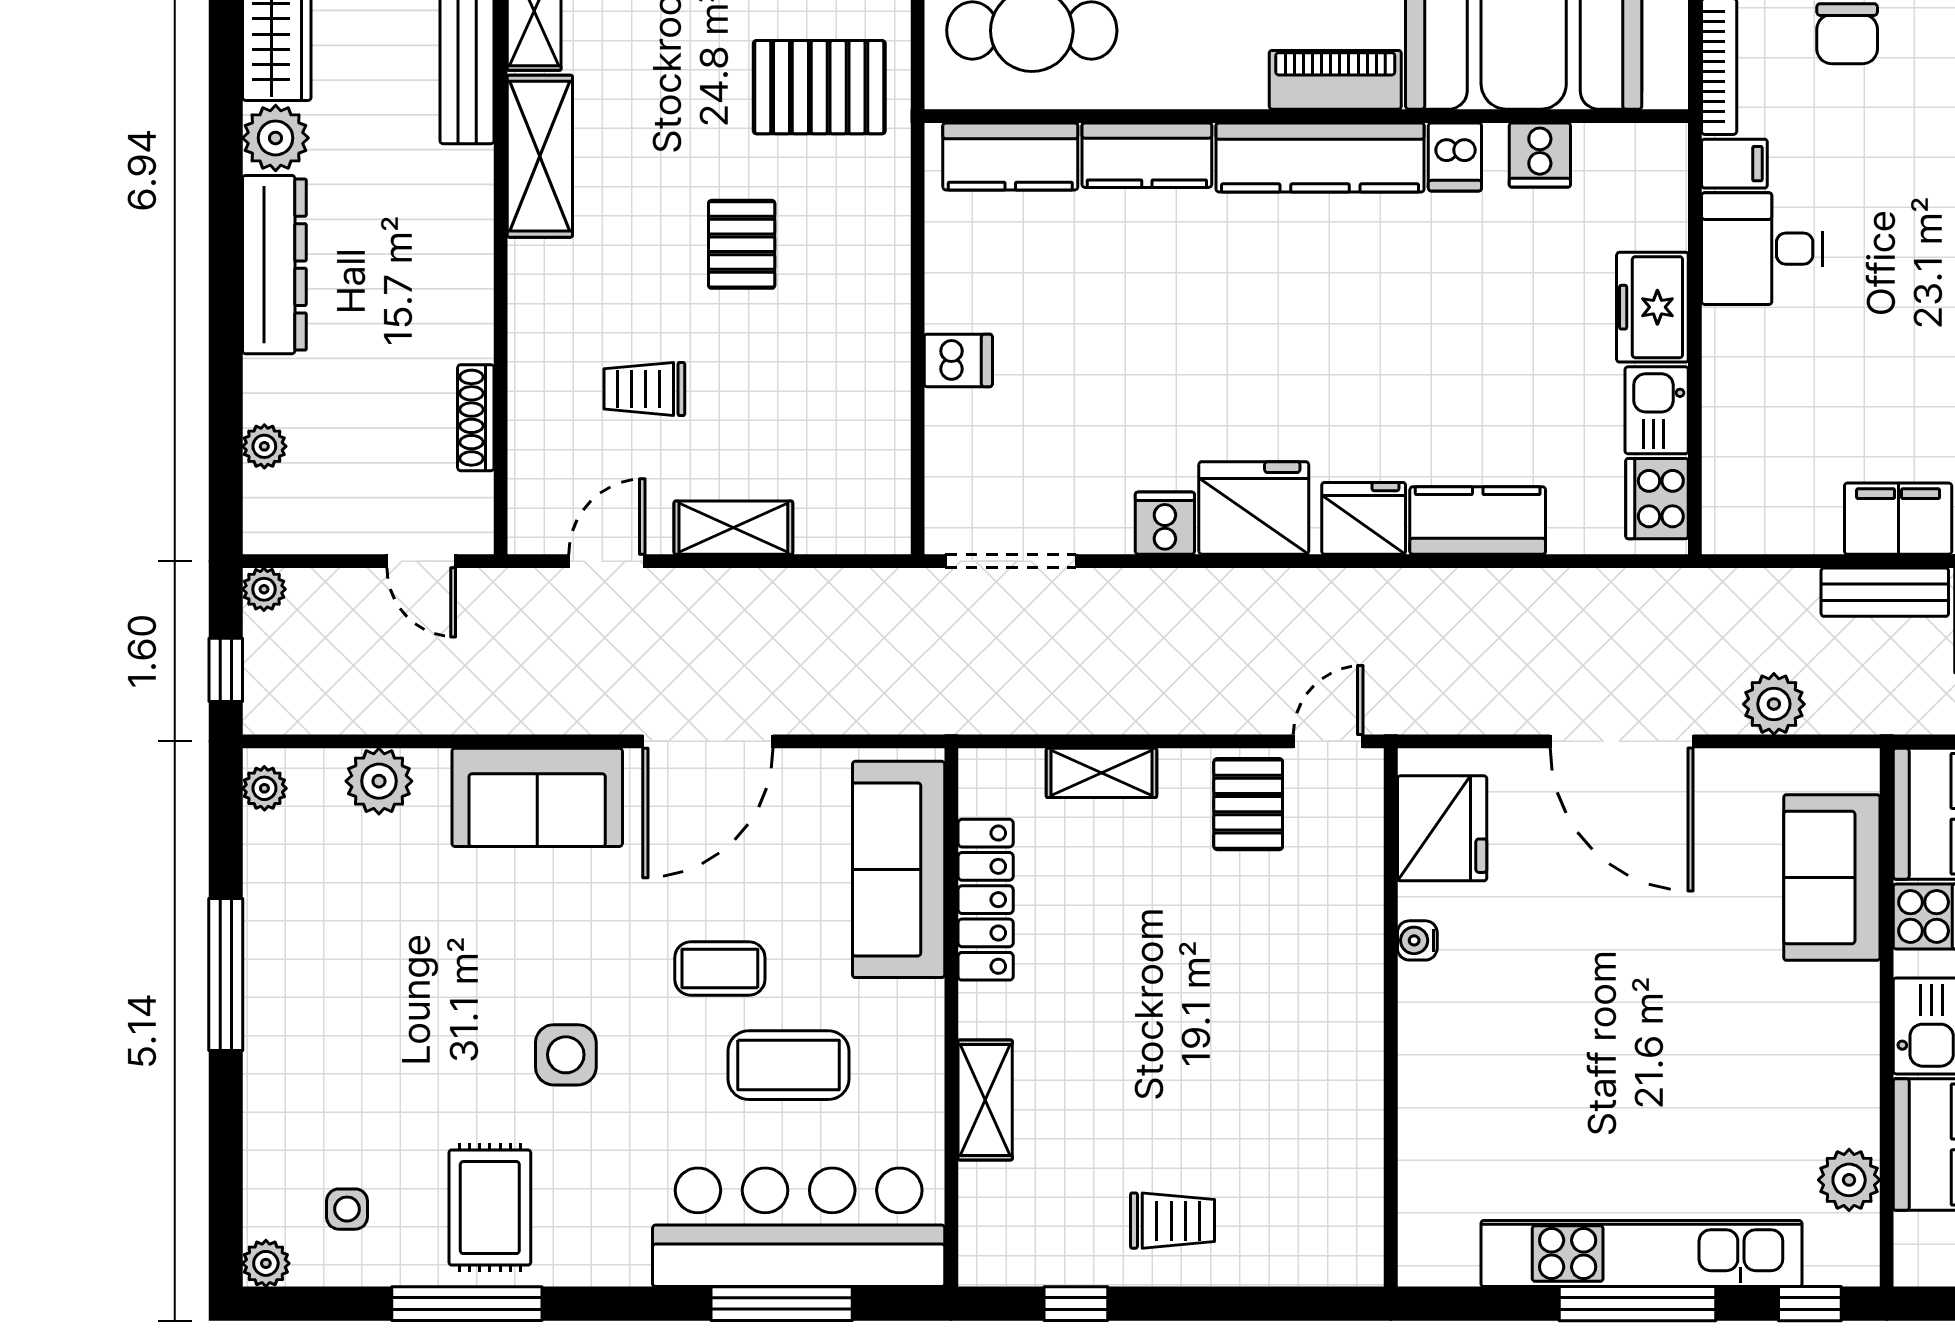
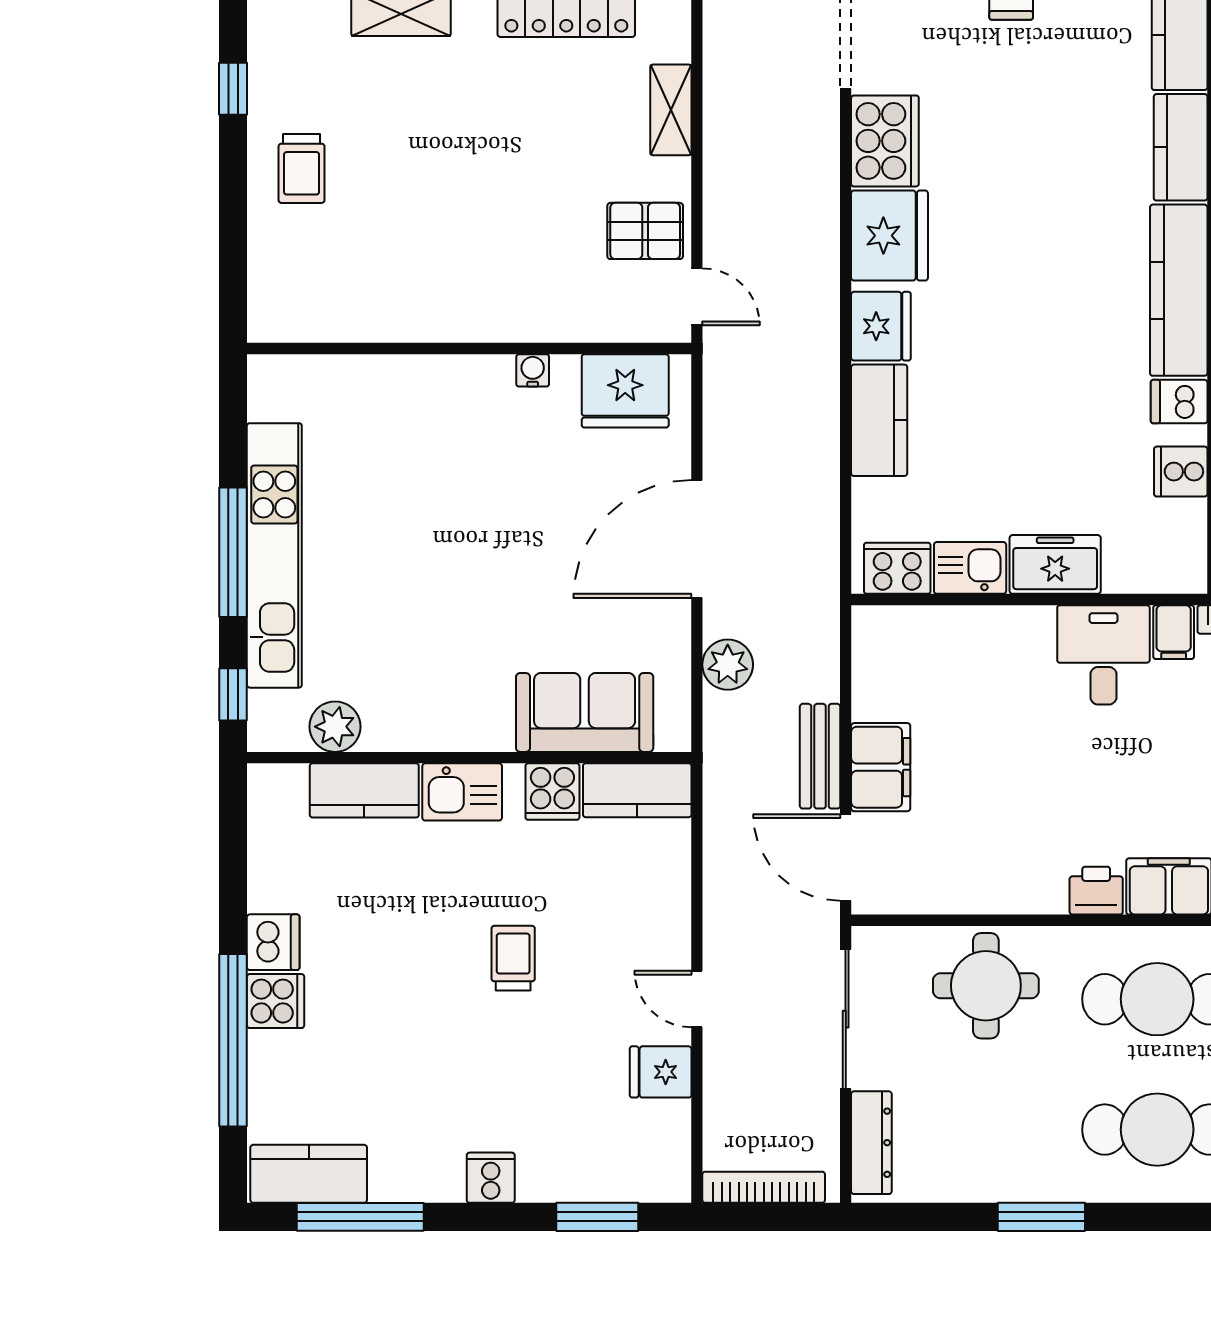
cooker: (1165, 523) -> (885, 141), width x1.87, depth x1.31

